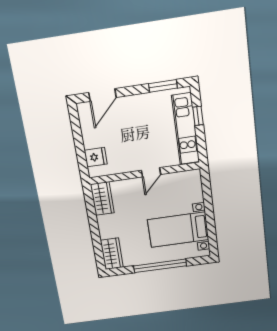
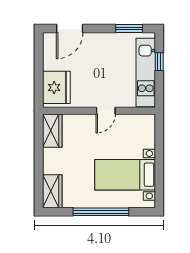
fridge: (96, 157) -> (56, 87), width x1.88, depth x1.34

